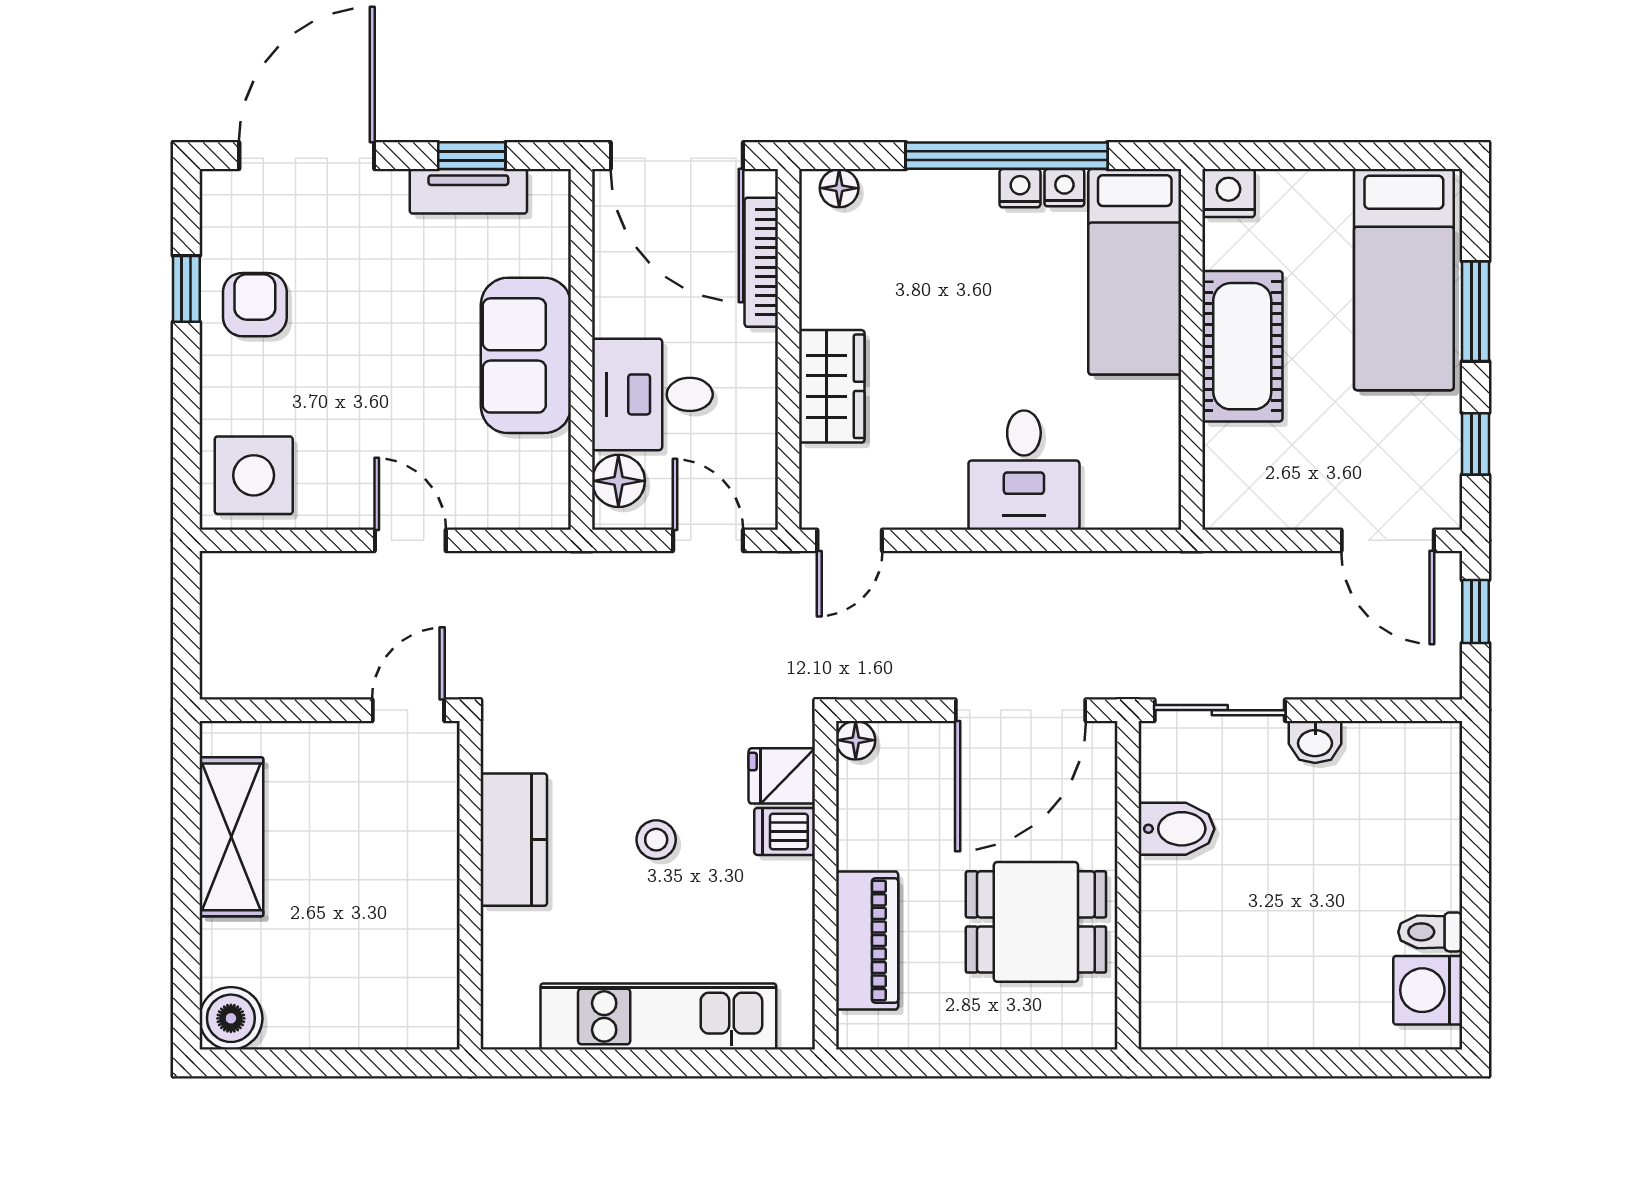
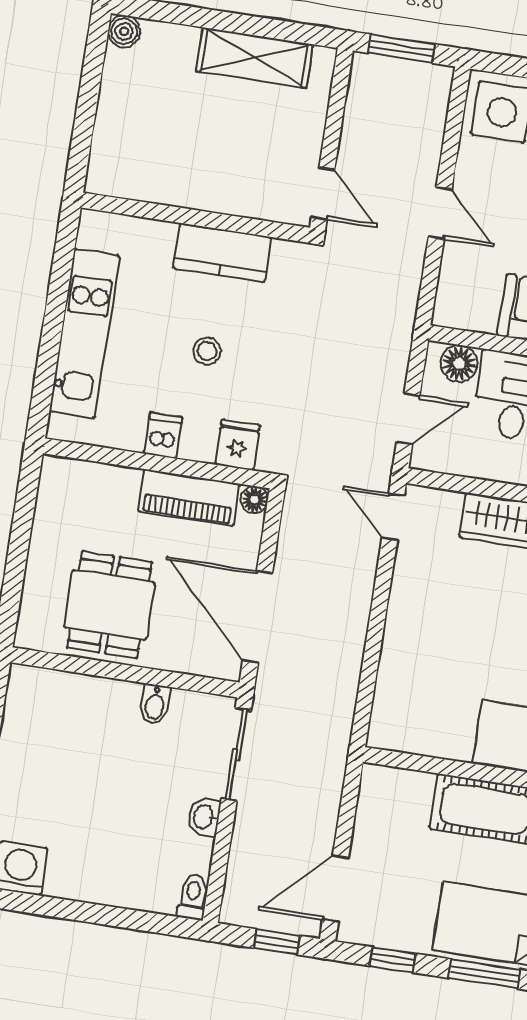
desk: (1024, 470) -> (423, 645), removed
door: (410, 540) -> (440, 213), hinge flipped
window: (186, 631) -> (402, 49), added
bidet: (1176, 829) -> (155, 704), width x0.72, depth x0.74
dishwasher: (785, 831) -> (163, 435), moved
toilet: (1430, 932) -> (193, 897), moved
piano: (867, 940) -> (189, 498), moved
boiler: (231, 1018) -> (124, 31), width x0.73, depth x0.73

